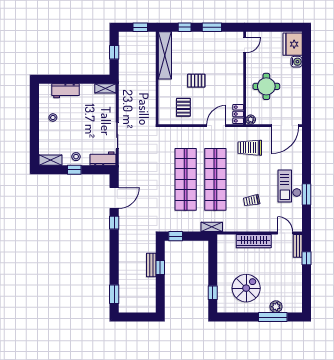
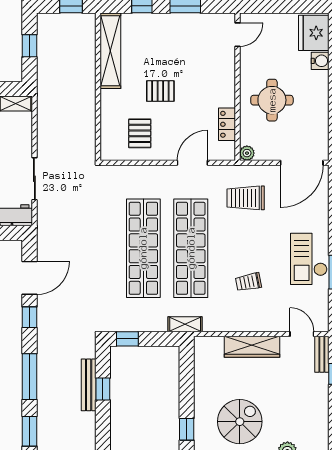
locker: (238, 114) -> (227, 124), moved
window: (114, 260) -> (29, 377), added
bench: (151, 265) -> (89, 385), width x1.36

